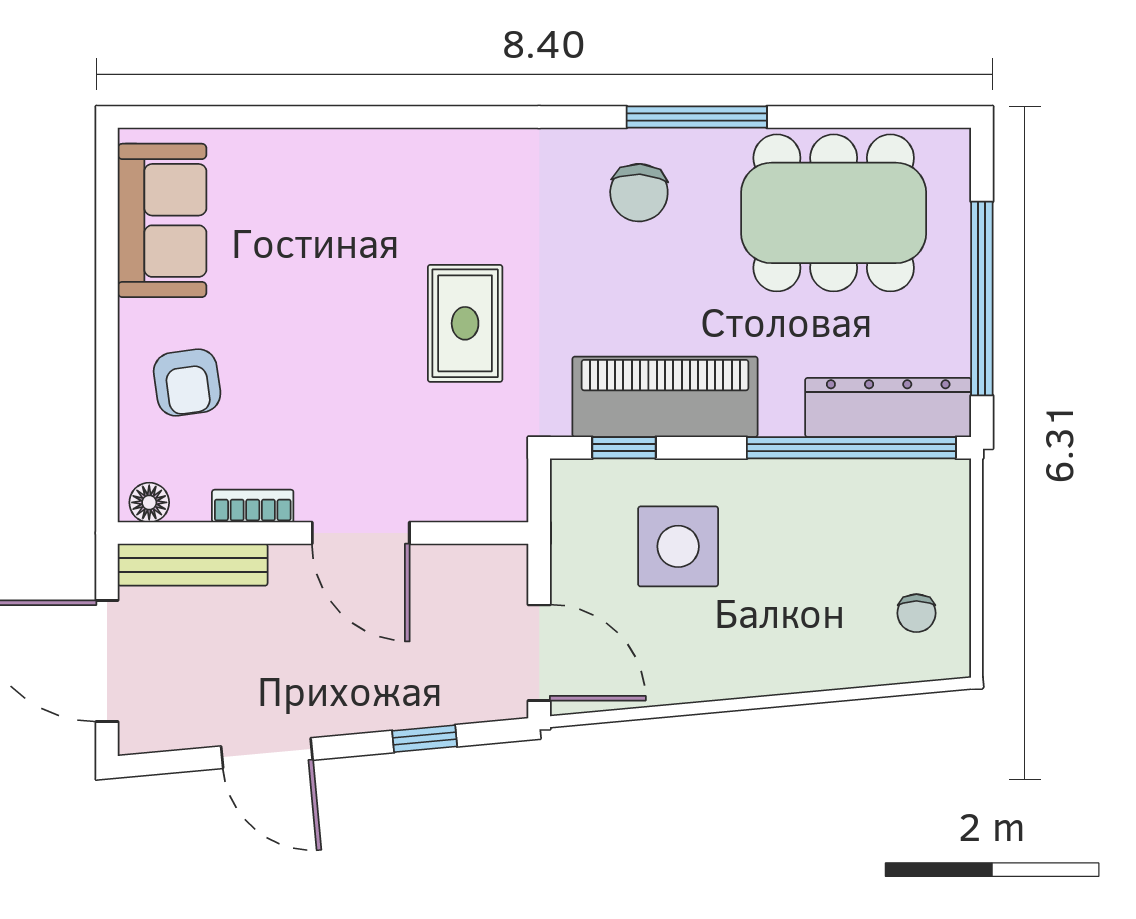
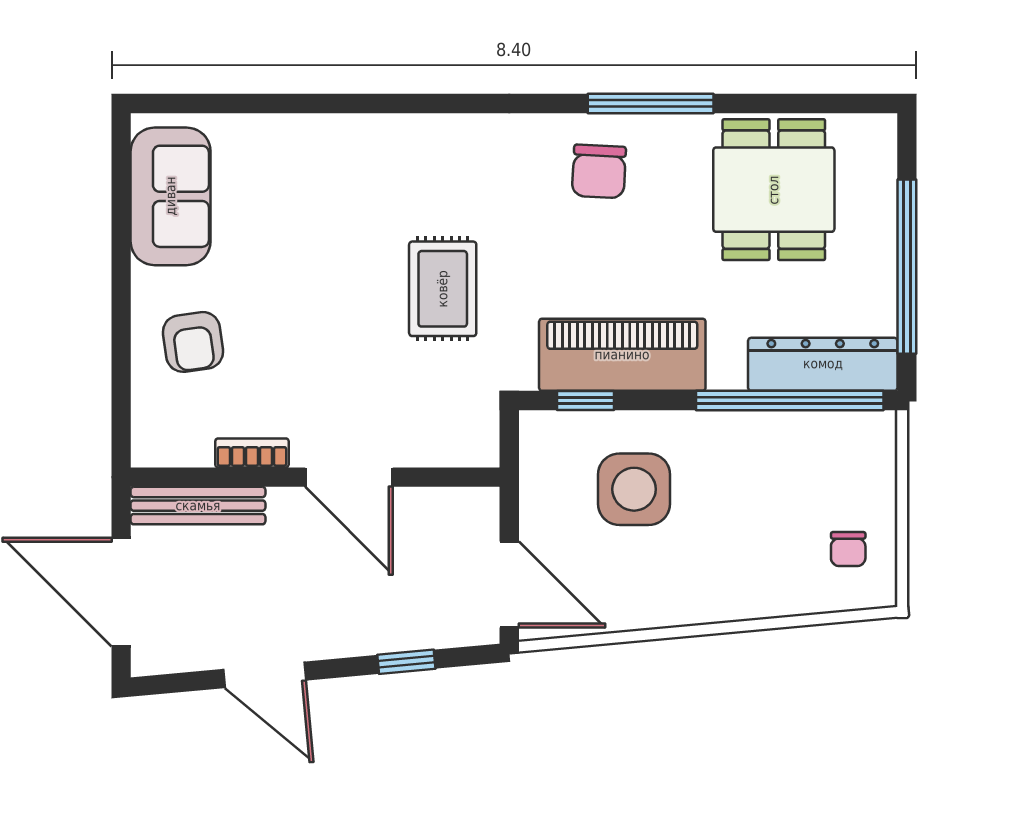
dining table: (834, 213) -> (774, 190), width x0.73
floor lamp: (149, 502) -> (159, 450), removed

